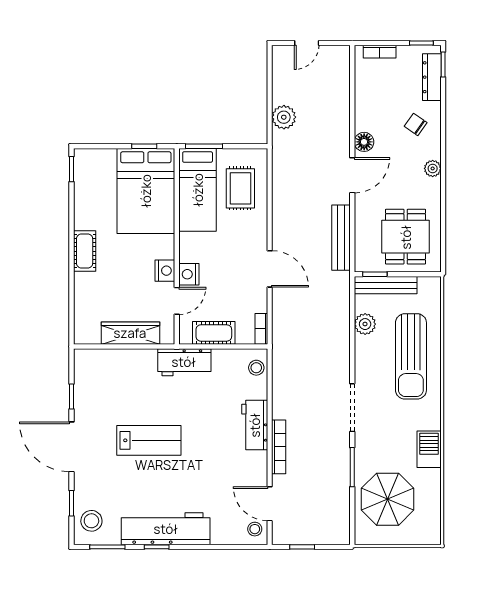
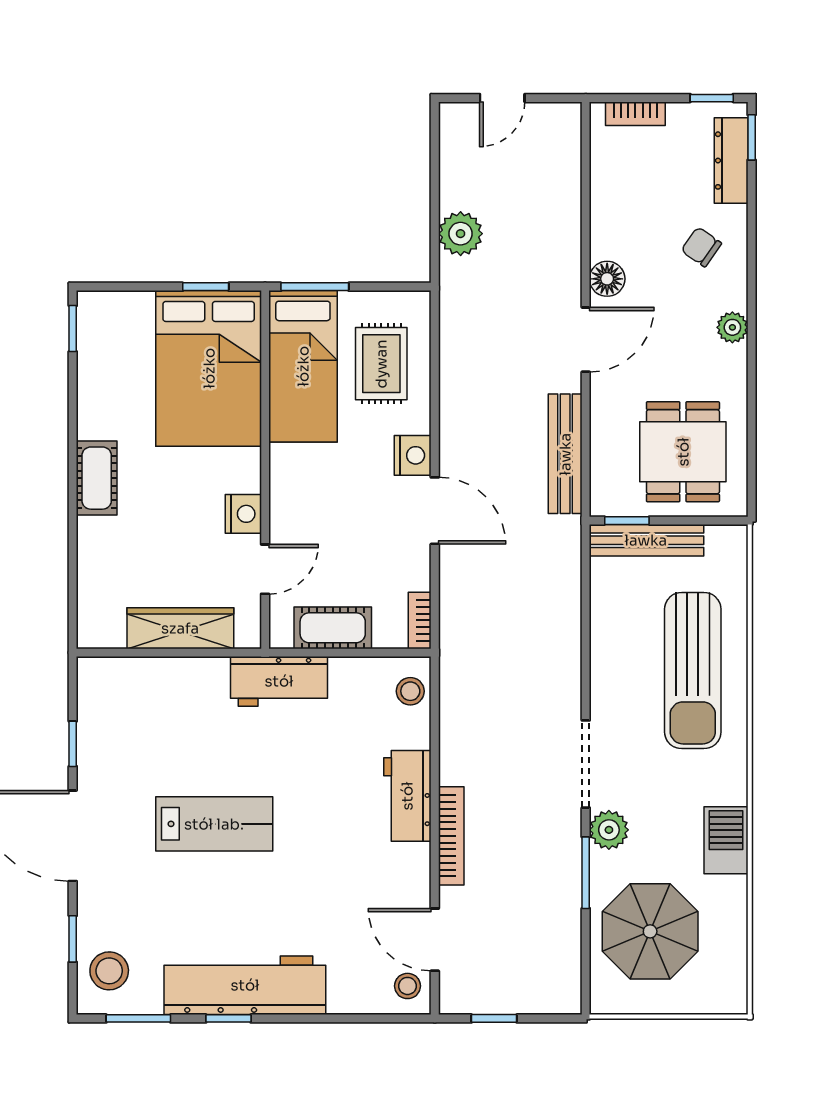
nightstand: (189, 274) -> (413, 455), moved, turned 180
plant: (365, 324) -> (609, 830), moved

